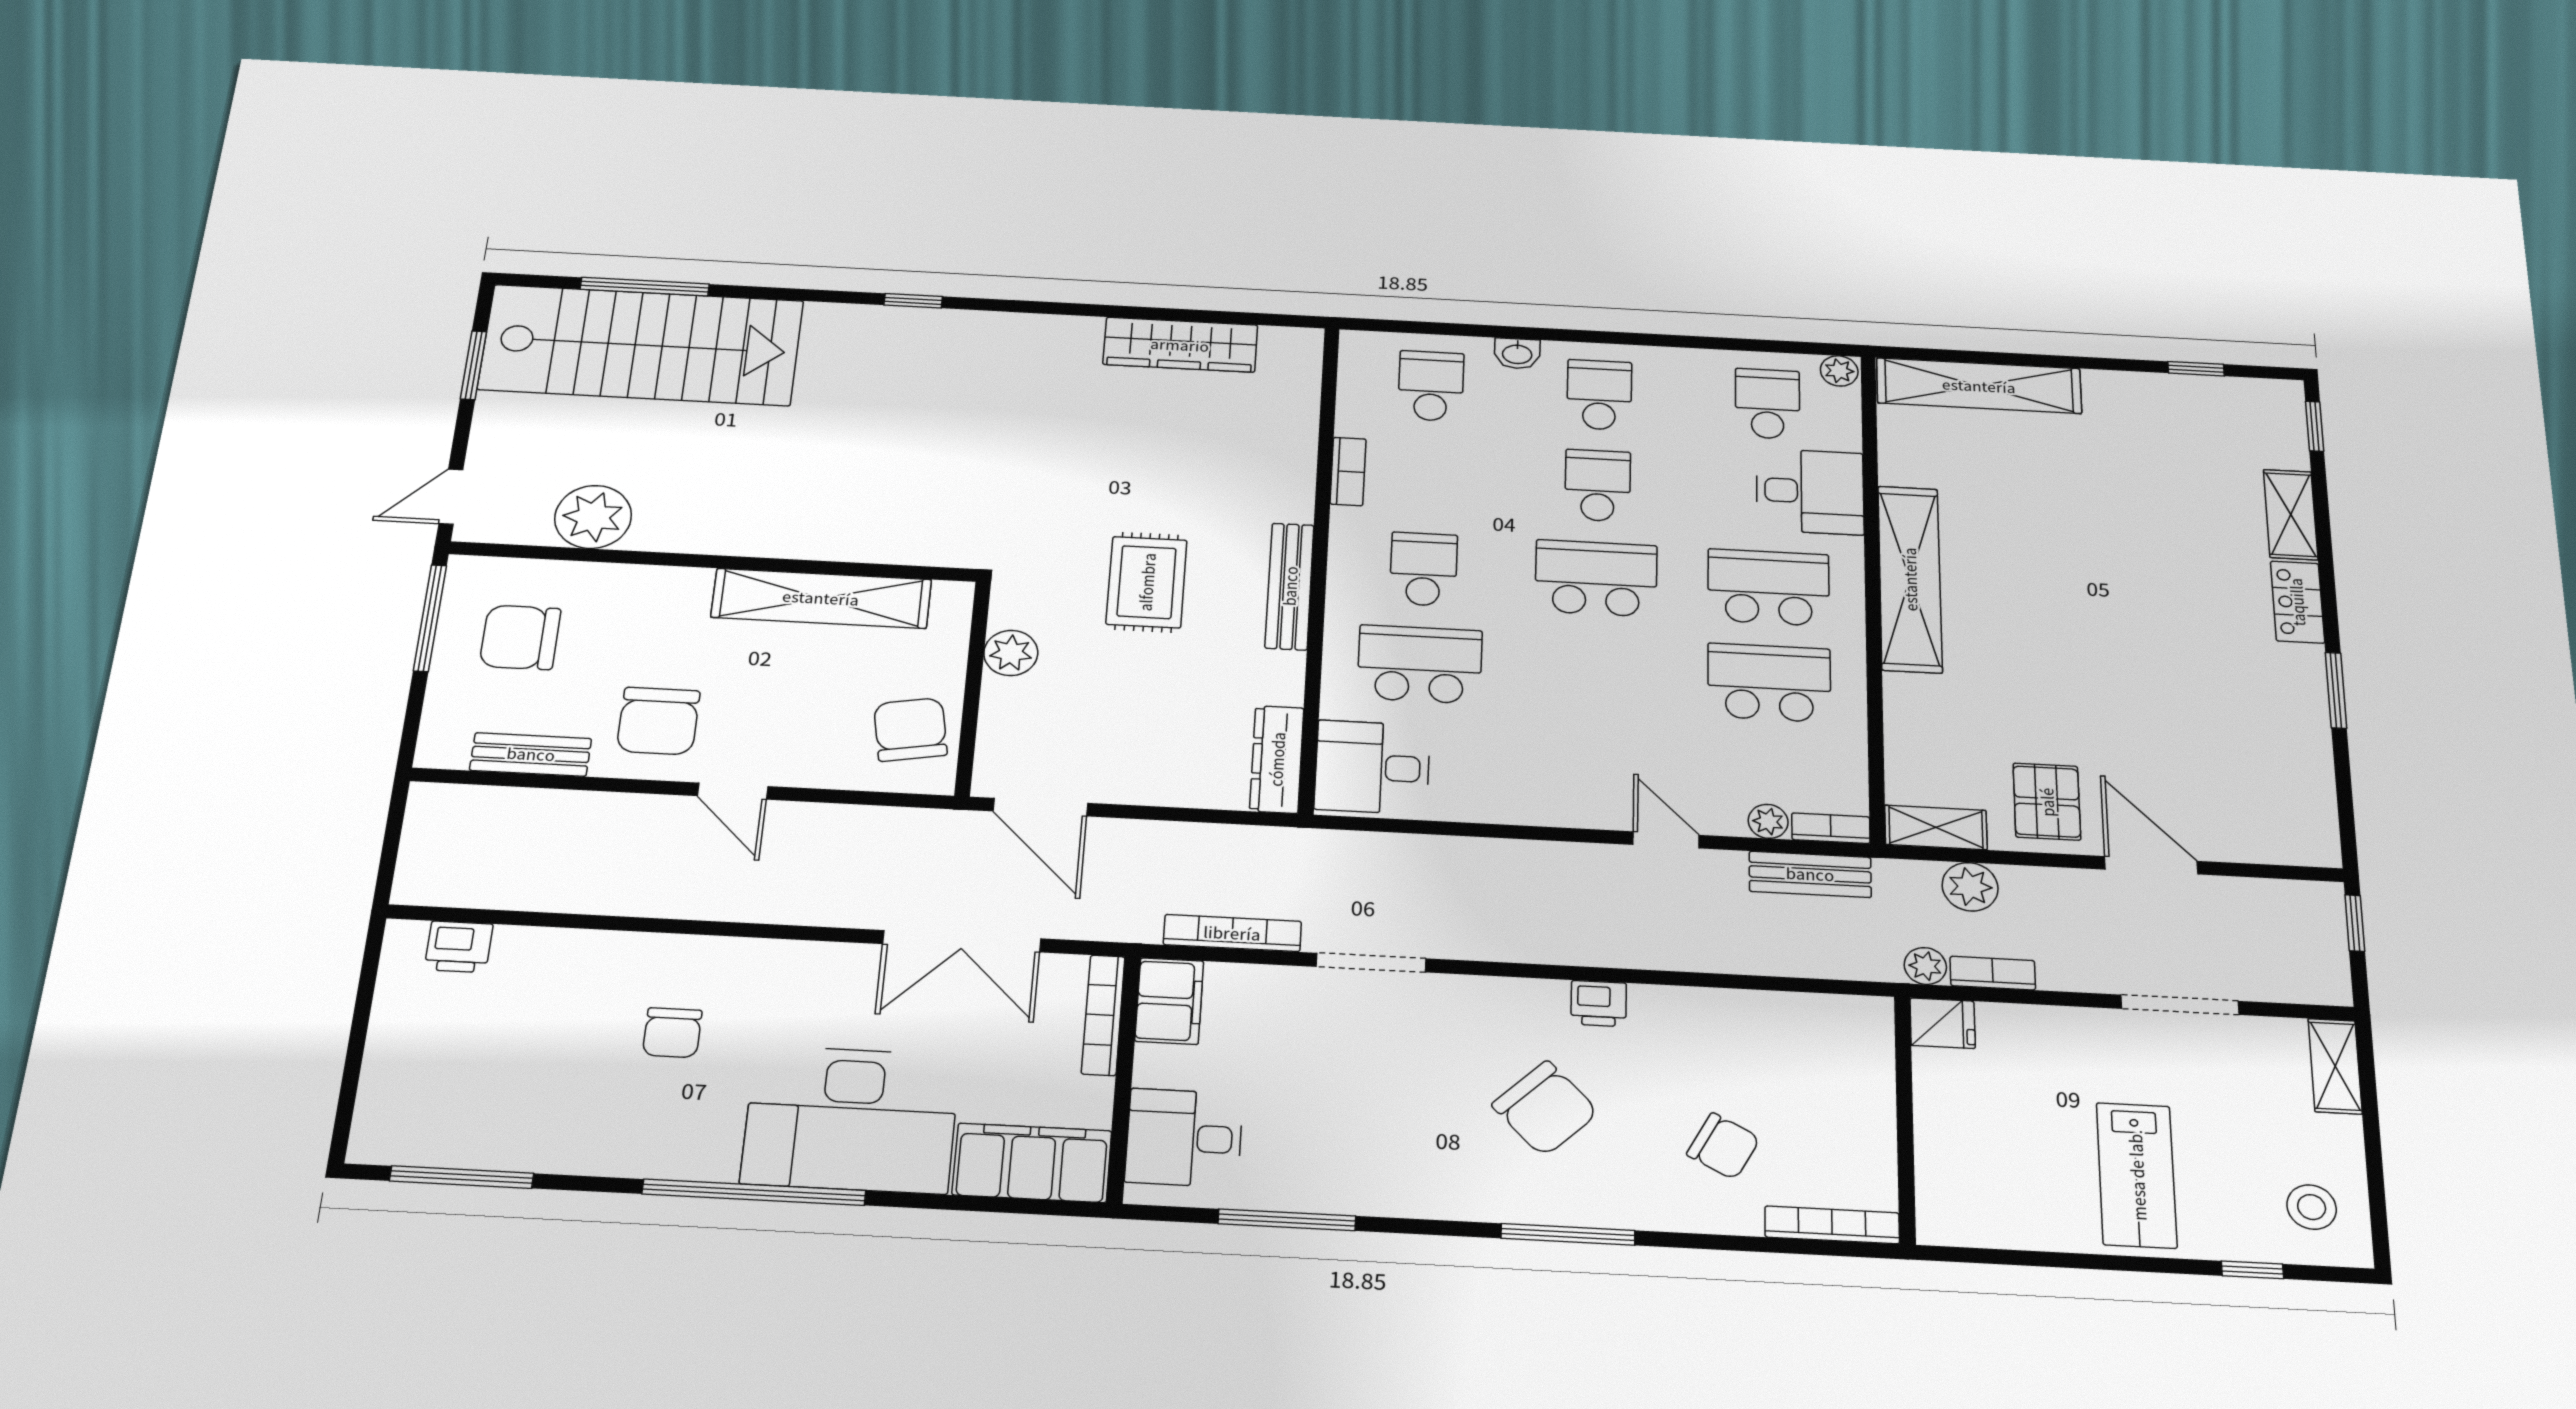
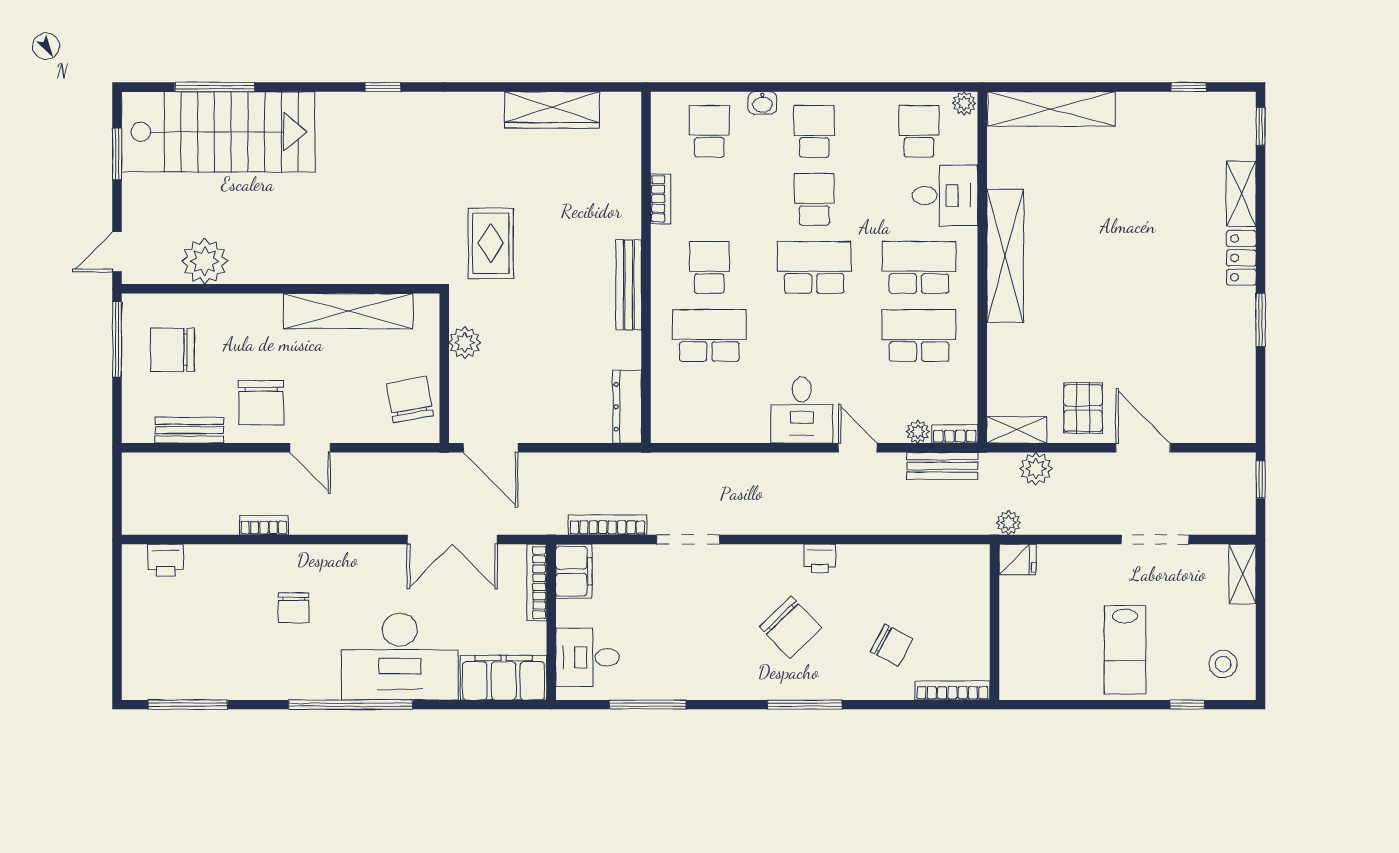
rug: (1147, 582) -> (491, 243), moved
desk: (1372, 767) -> (802, 410), moved, turned -90
bookcase: (1993, 973) -> (264, 525), moved

